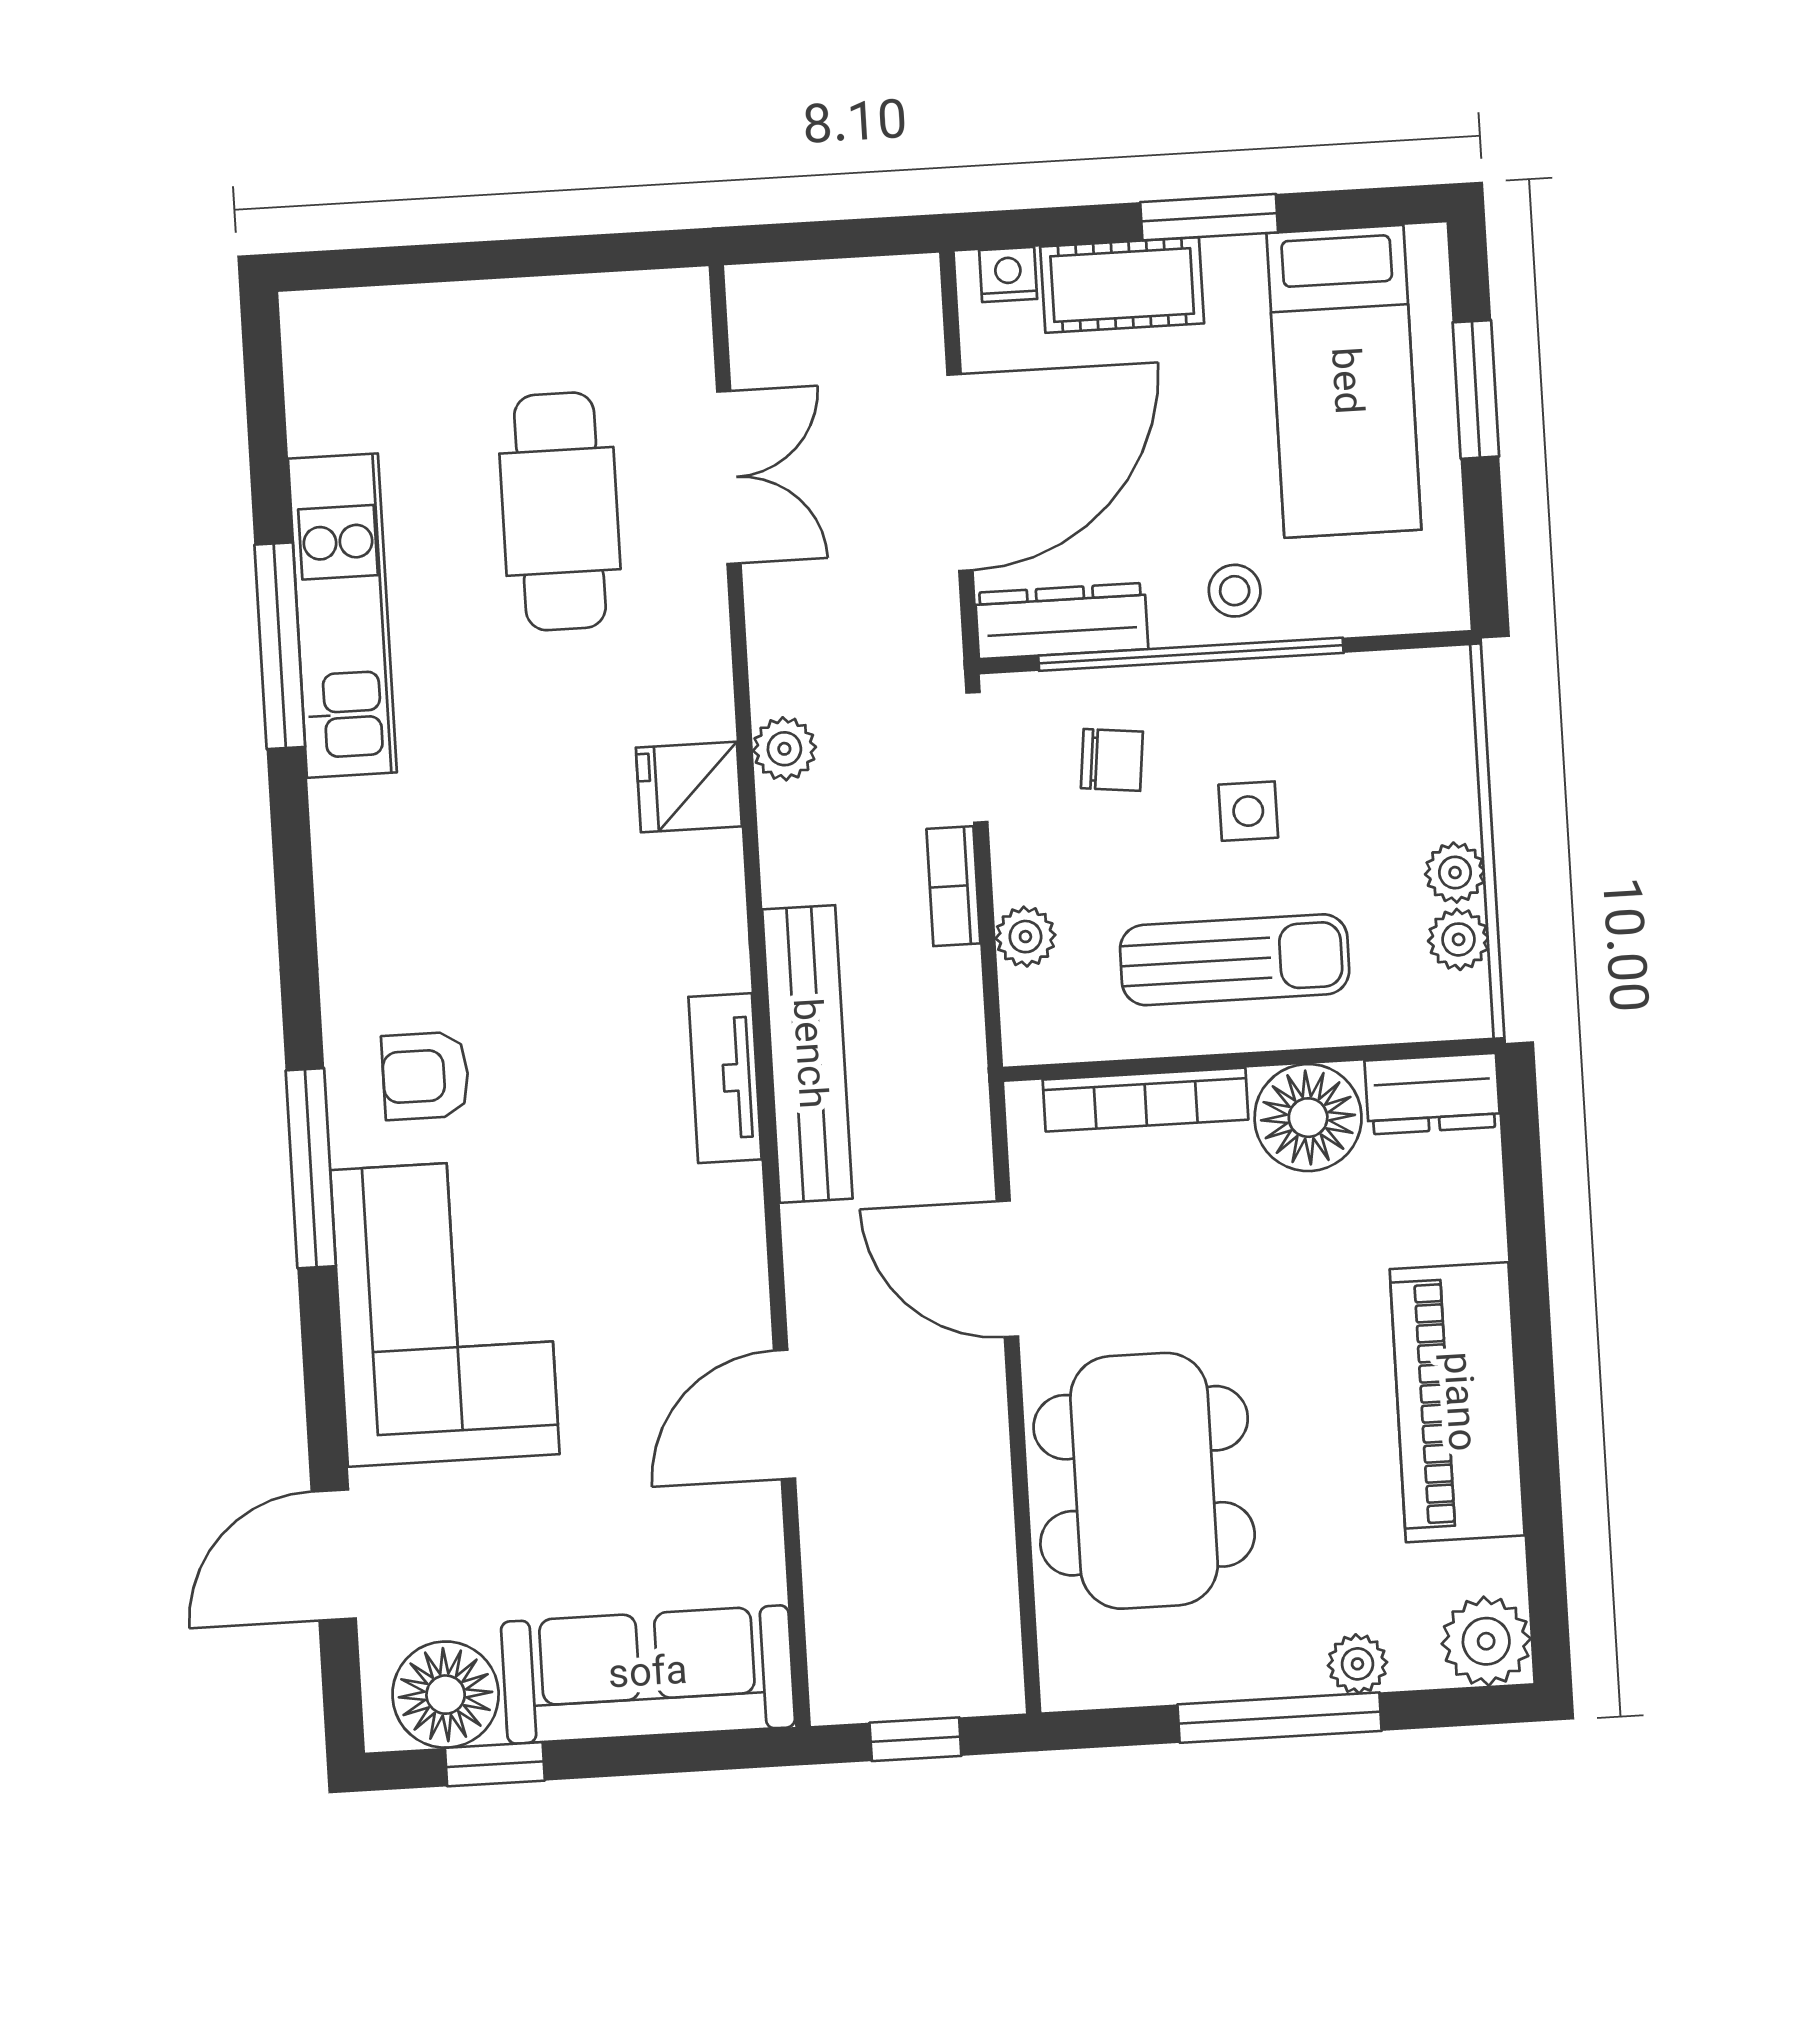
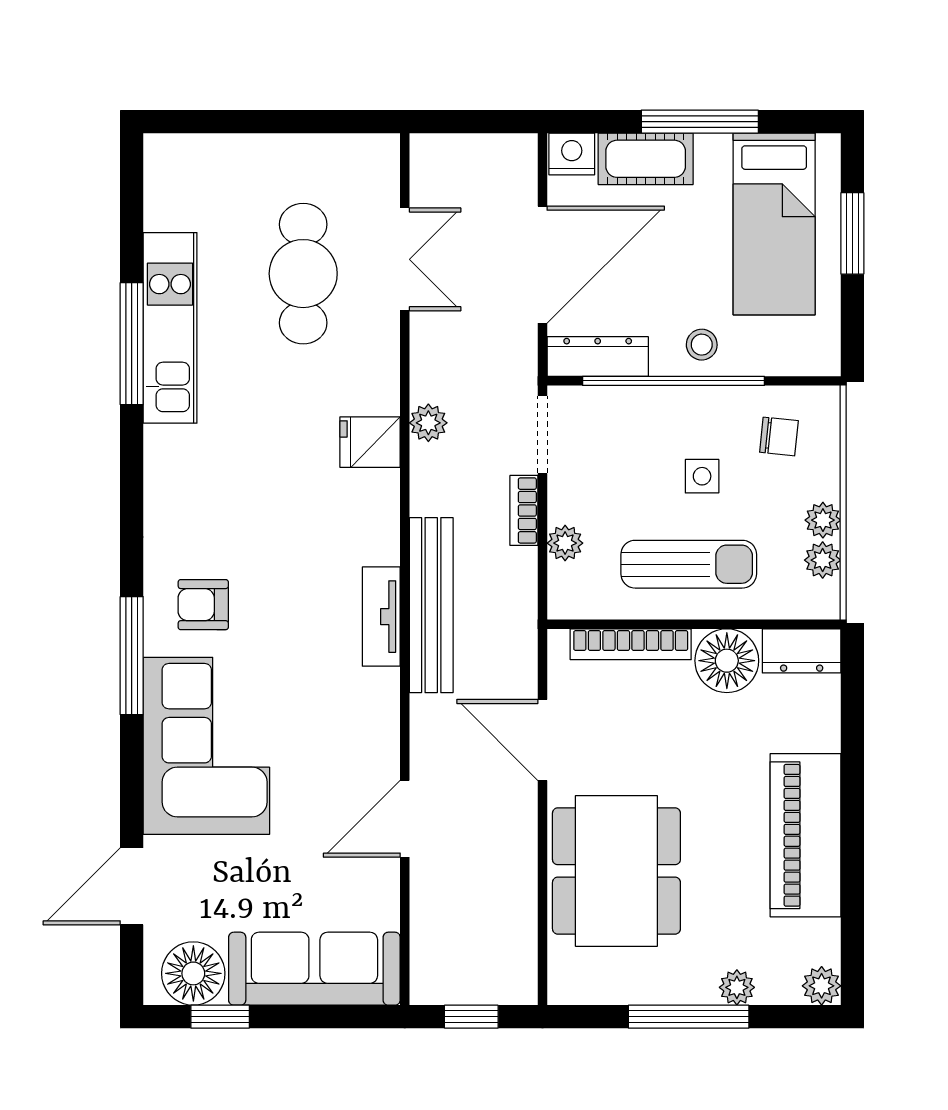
window: (1209, 217) -> (700, 122), width x1.44
nightstand: (1008, 275) -> (572, 154), width x1.39, depth x1.35
chair: (1112, 760) -> (779, 436), moved
plant: (1486, 1641) -> (822, 986), width x0.73, depth x0.73

